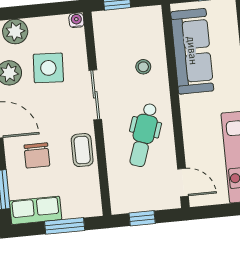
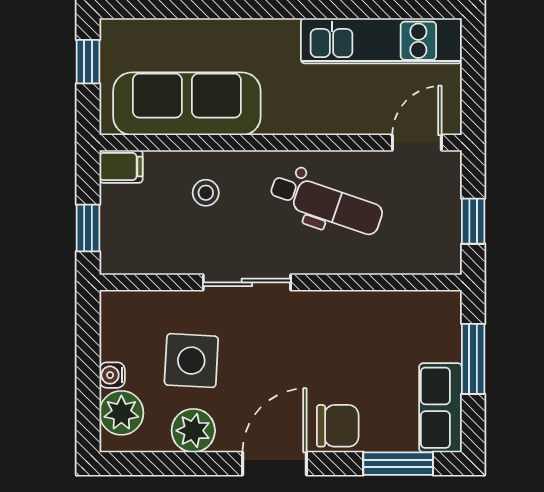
filing cabinet: (153, 18) -> (121, 167), added
water cooler: (76, 20) -> (112, 375), moved
coffee table: (82, 150) -> (342, 315), removed
chair: (37, 155) -> (338, 426), moved

